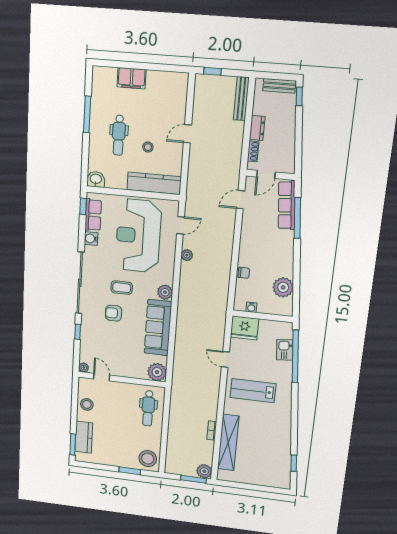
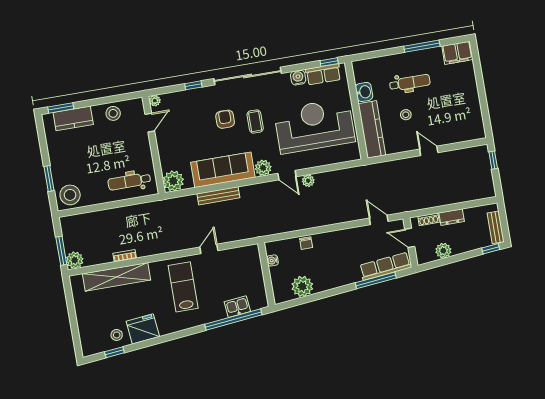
filing cabinet: (132, 78) -> (457, 53), moved, turned -90
bench: (241, 99) -> (218, 196), moved
dental chair: (119, 135) -> (410, 83), turned 180
plant: (288, 145) -> (443, 251), added
washbasin: (96, 179) -> (364, 92), moved
door: (180, 225) -> (287, 175), moved
fridge: (244, 328) -> (143, 329), moved, turned 84
stool: (279, 457) -> (117, 335), added

